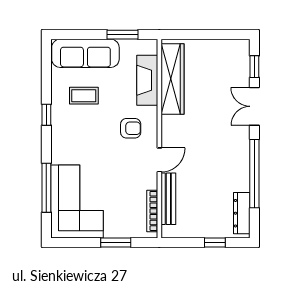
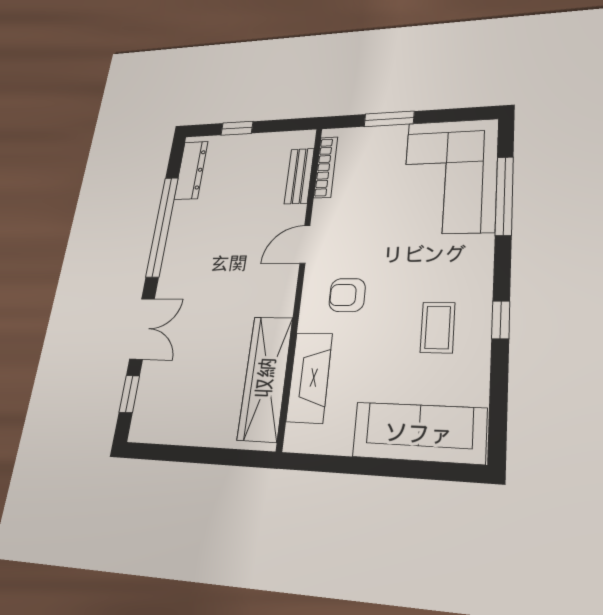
window: (123, 35) -> (345, 465), removed
coffee table: (84, 96) -> (438, 327), moved, turned 90
bench: (168, 199) -> (299, 176), width x0.73

